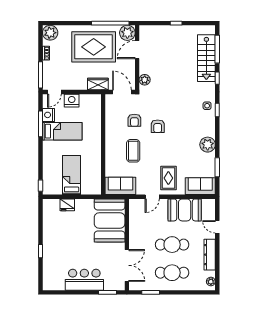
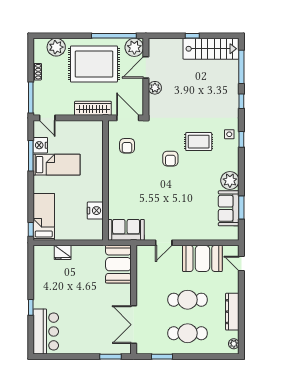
plant: (50, 33) -> (56, 47), moved
stairs: (206, 58) -> (211, 49), moved, turned -90
plant: (145, 80) -> (155, 88), moved
wardrobe: (98, 84) -> (93, 108), width x1.50
door: (54, 92) -> (47, 118), hinge flipped
nightstand: (72, 101) -> (95, 211), moved, turned 90
armchair: (134, 120) -> (127, 146), moved
coffee table: (133, 151) -> (141, 188), removed
bed: (72, 175) -> (44, 217), moved
rug: (168, 178) -> (199, 142), moved, turned 90
sofa: (200, 186) -> (229, 208), moved, turned -90
booth: (110, 220) -> (118, 264), width x0.73, depth x0.70
door: (217, 227) -> (241, 264), moved
double door: (127, 265) -> (134, 325), swing flipped
bar counter: (84, 280) -> (46, 332), moved, turned 90

